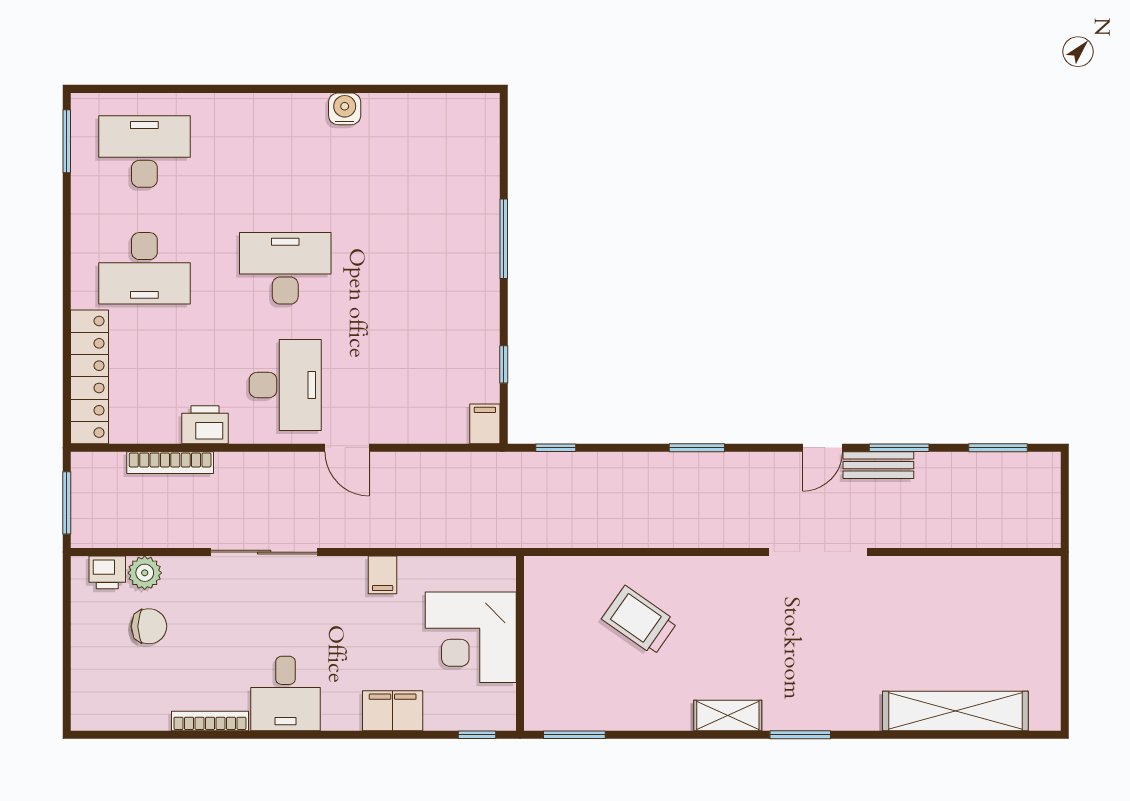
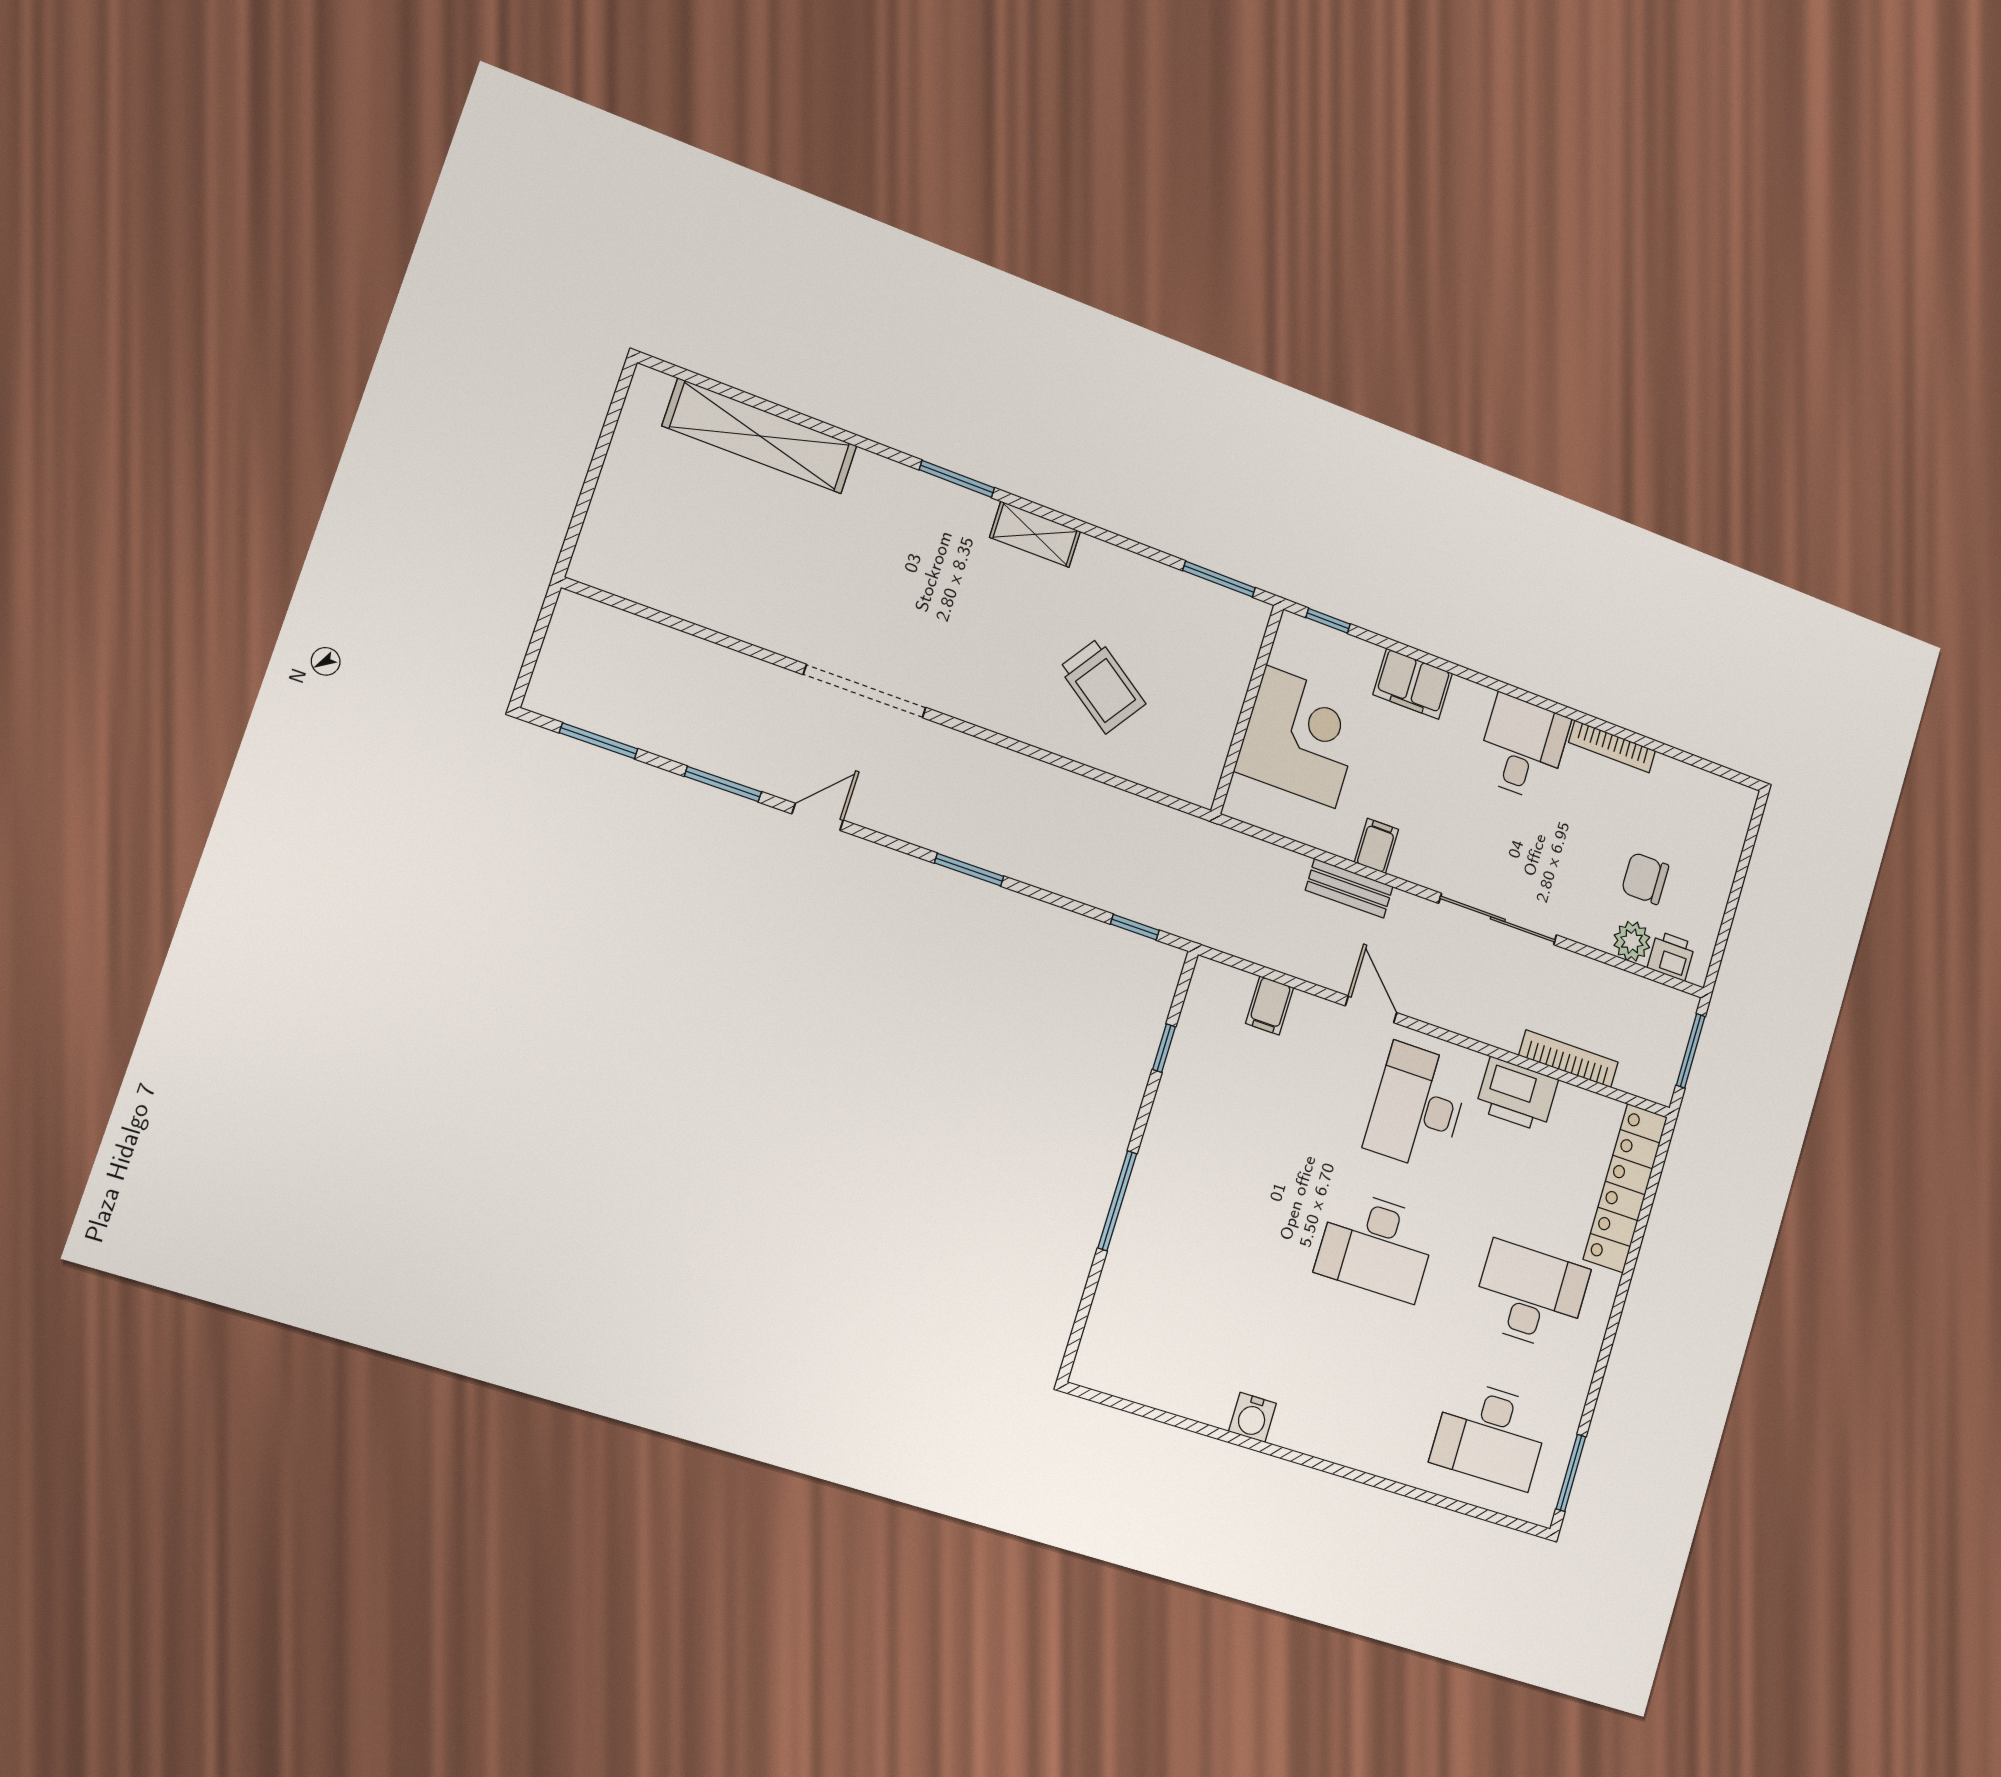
filing cabinet: (485, 424) -> (1270, 1005), moved
printer: (205, 425) -> (1517, 1094), width x1.37, depth x1.19
bench: (878, 465) -> (1349, 888), moved

